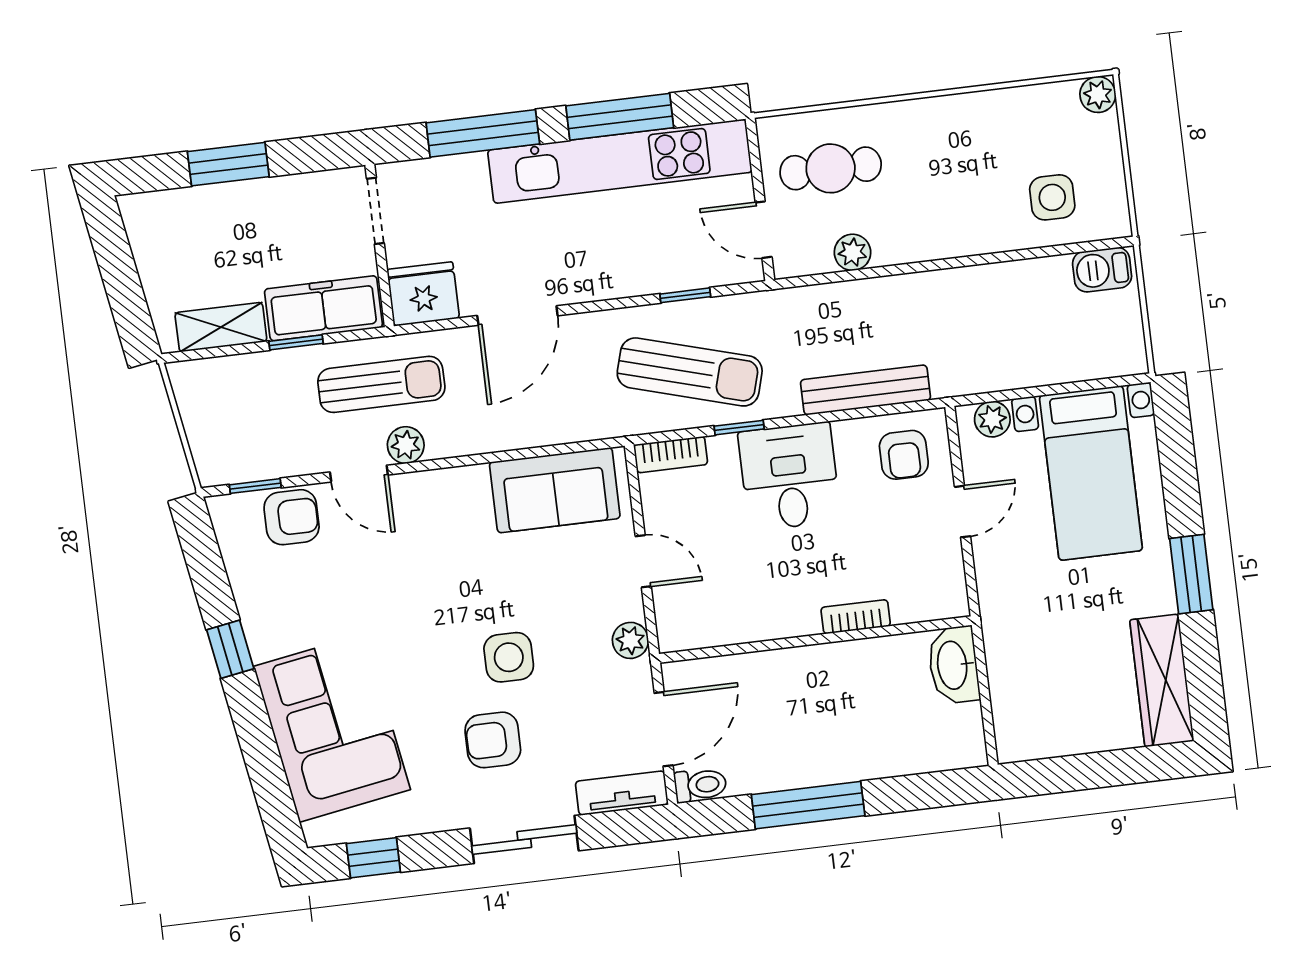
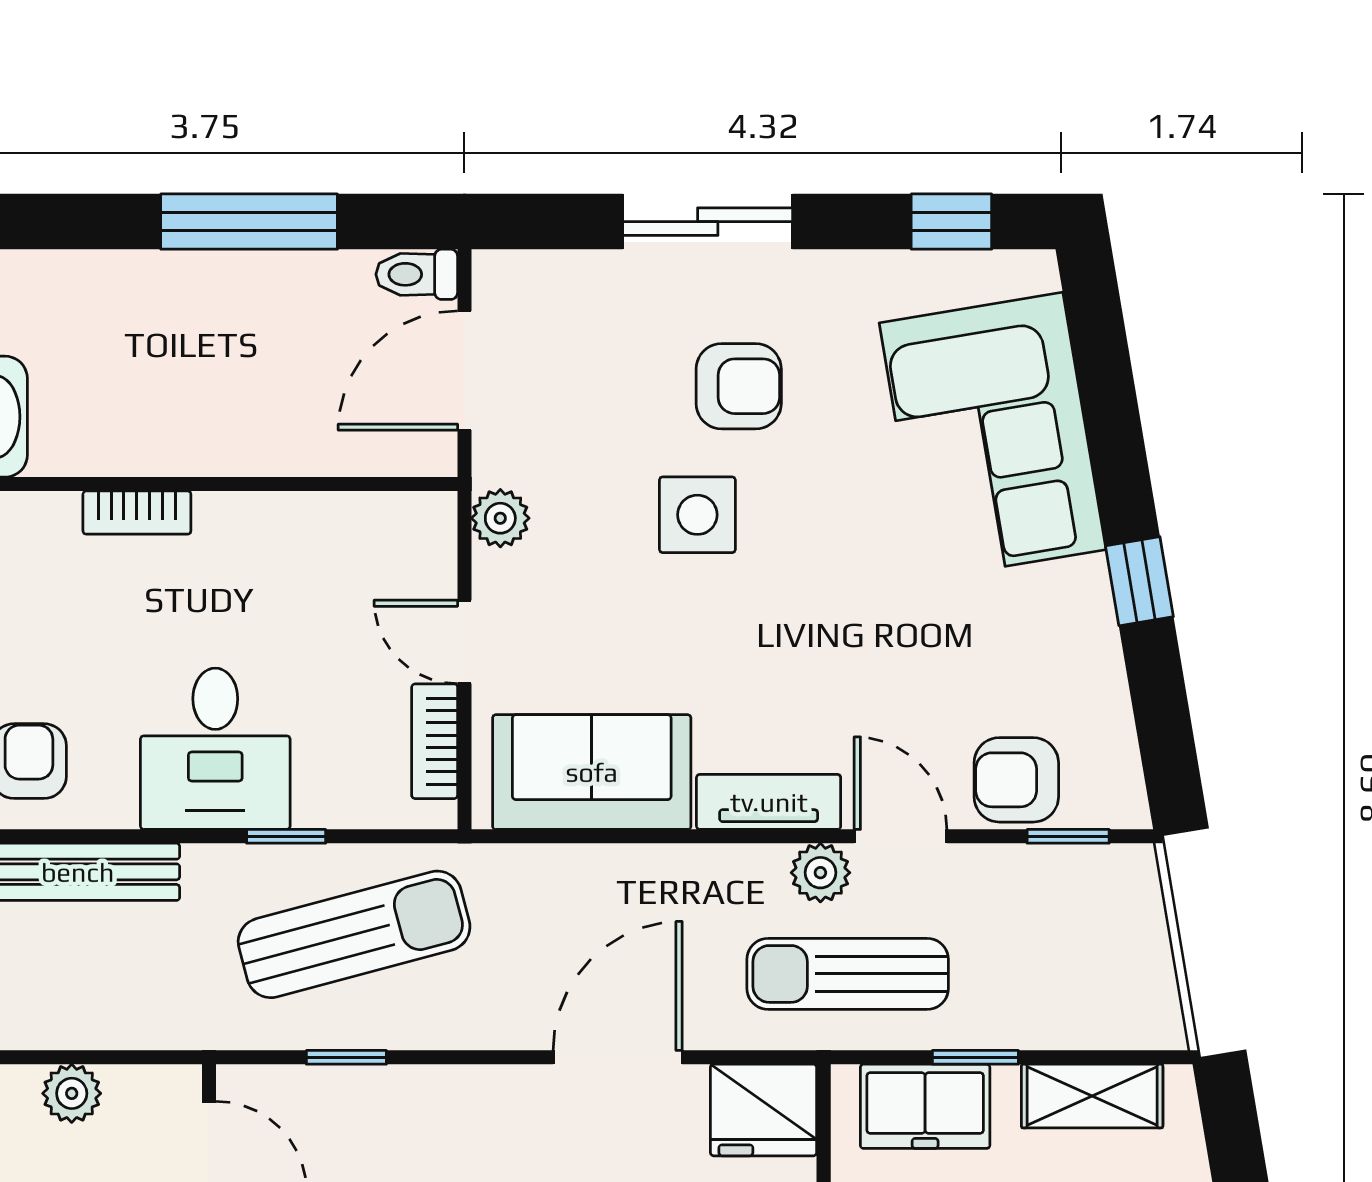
freezer: (323, 308) -> (925, 1106), width x0.71
sun lounger: (690, 372) -> (354, 934), turned 149
bookcase: (671, 455) -> (435, 741), moved, turned -90
tv unit: (622, 793) -> (769, 802), moved, turned 180

